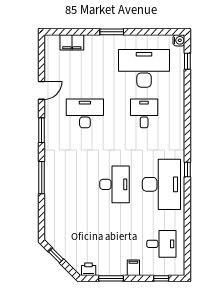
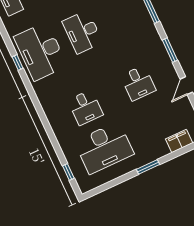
water cooler: (179, 40) -> (85, 187), removed
desk: (85, 113) -> (138, 83), width x0.73
window: (187, 170) -> (18, 62), moved

